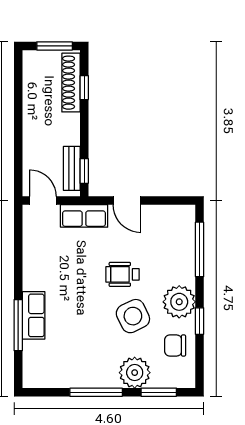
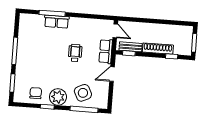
shoe rack: (71, 83) -> (158, 49), moved
door: (43, 200) -> (115, 31), hinge flipped
wheelchair: (122, 274) -> (75, 53), moved
side table: (133, 316) -> (83, 93), moved
plant: (135, 373) -> (23, 71), removed

